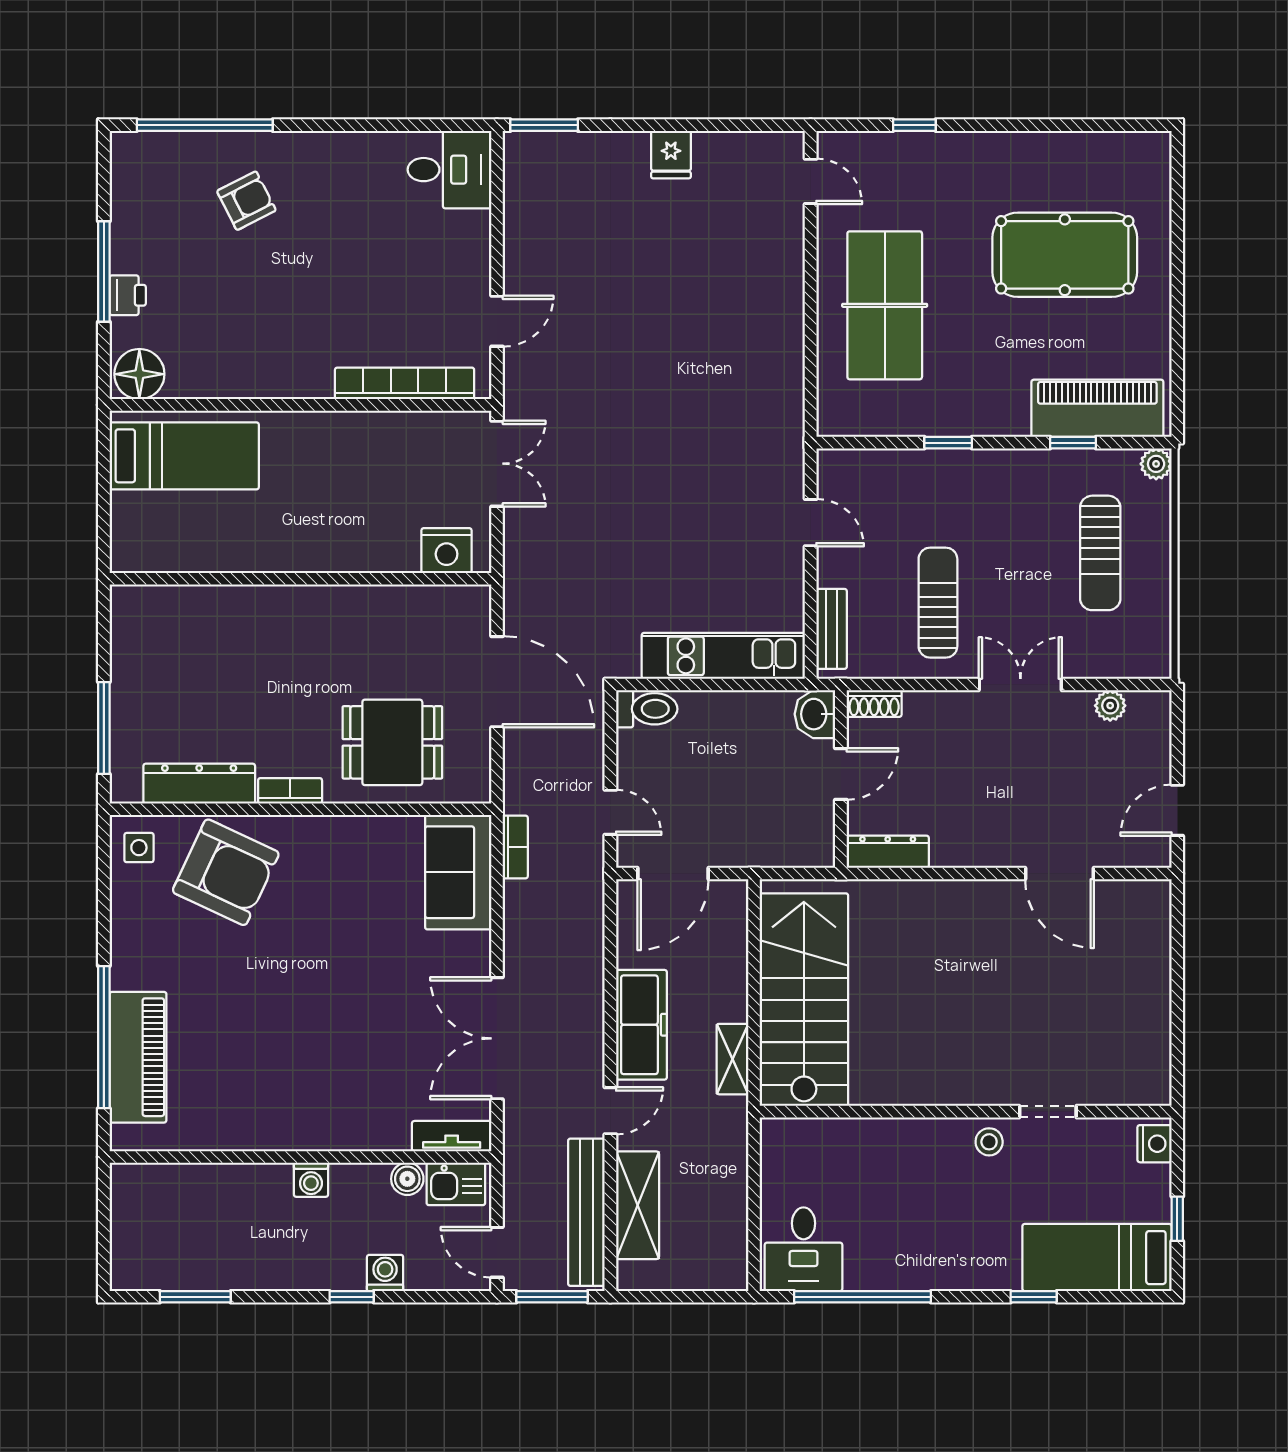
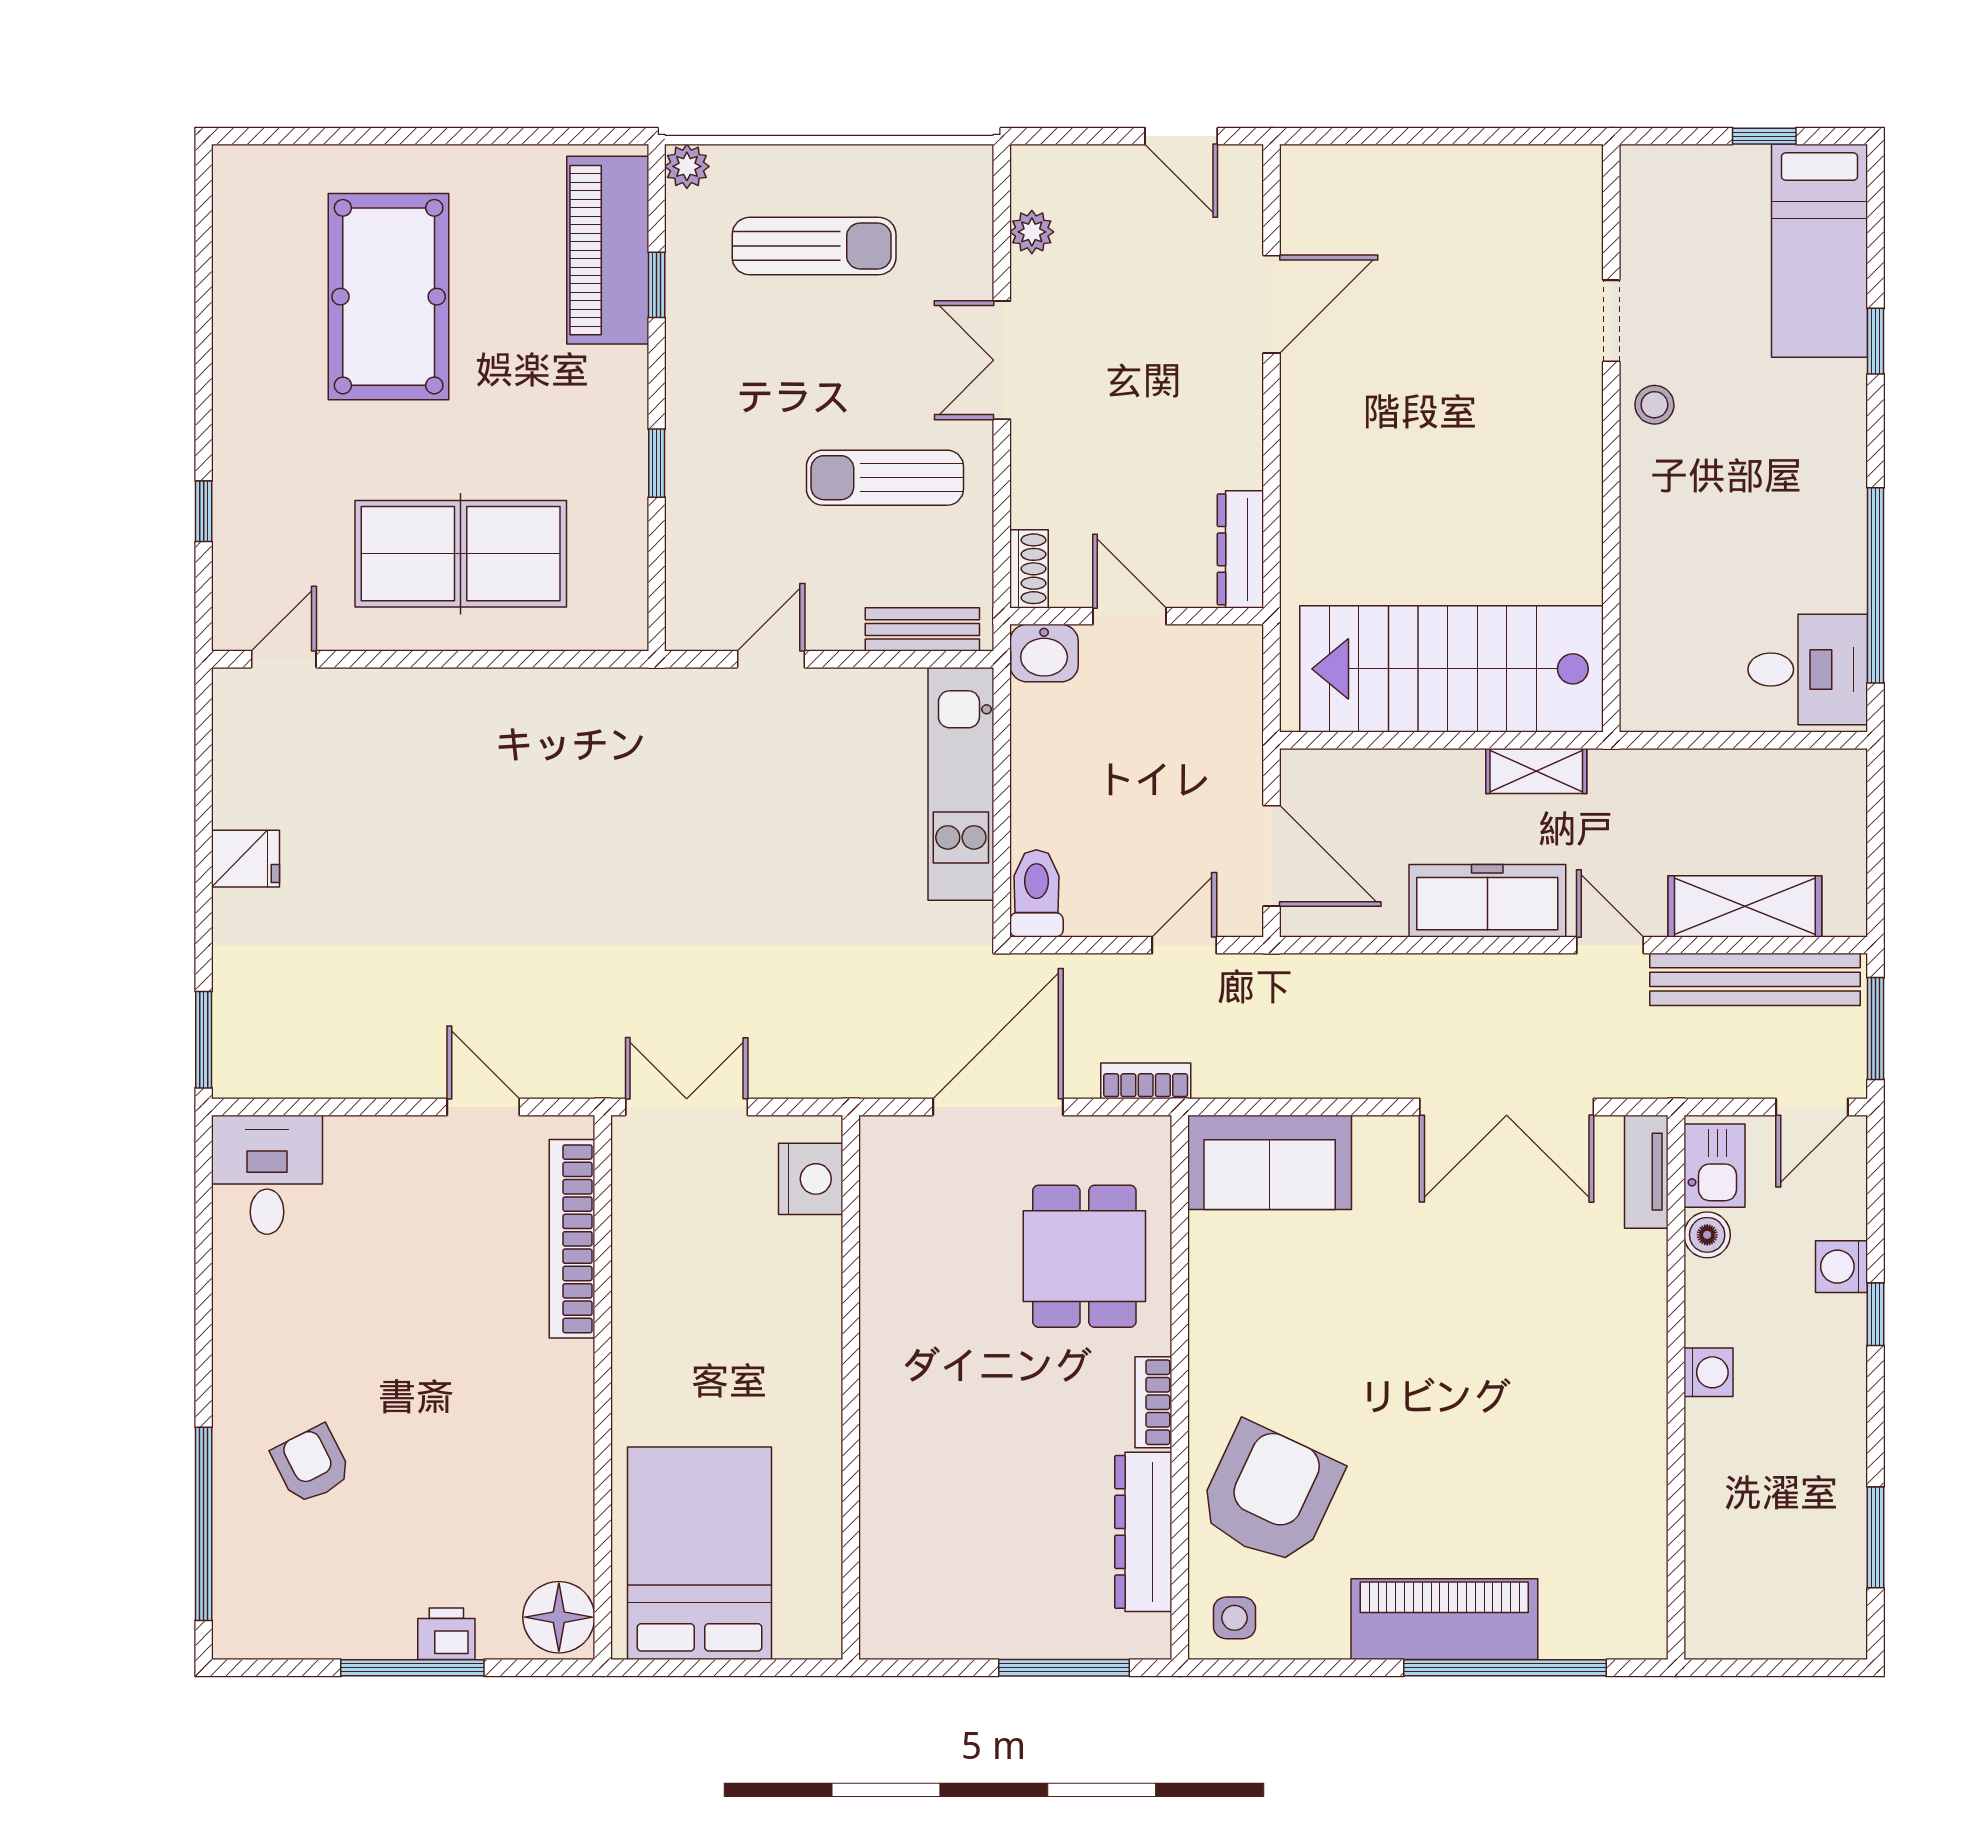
bed: (184, 456) -> (699, 1553), width x1.50
bookcase: (515, 847) -> (1146, 1081), moved
piano: (138, 1057) -> (1444, 1619), moved
nightstand: (1155, 1144) -> (1657, 169), removed

